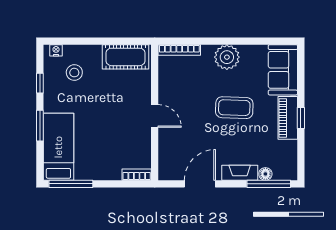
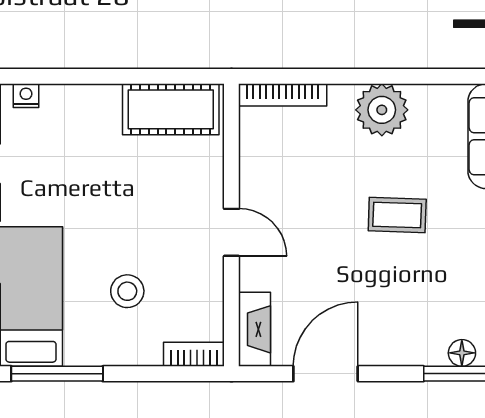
stool: (74, 73) -> (127, 291), moved
coffee table: (234, 108) -> (397, 215), width x0.73, depth x0.77
fireplace: (240, 173) -> (255, 329), moved, turned 90

